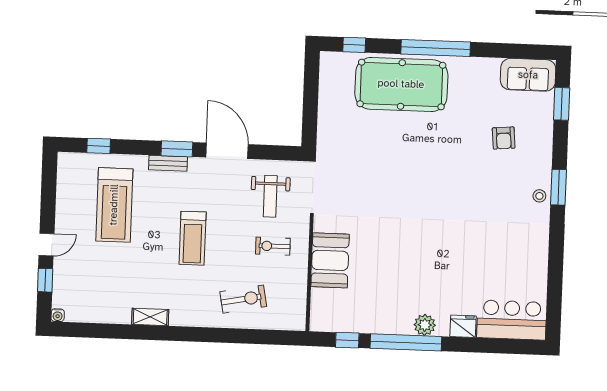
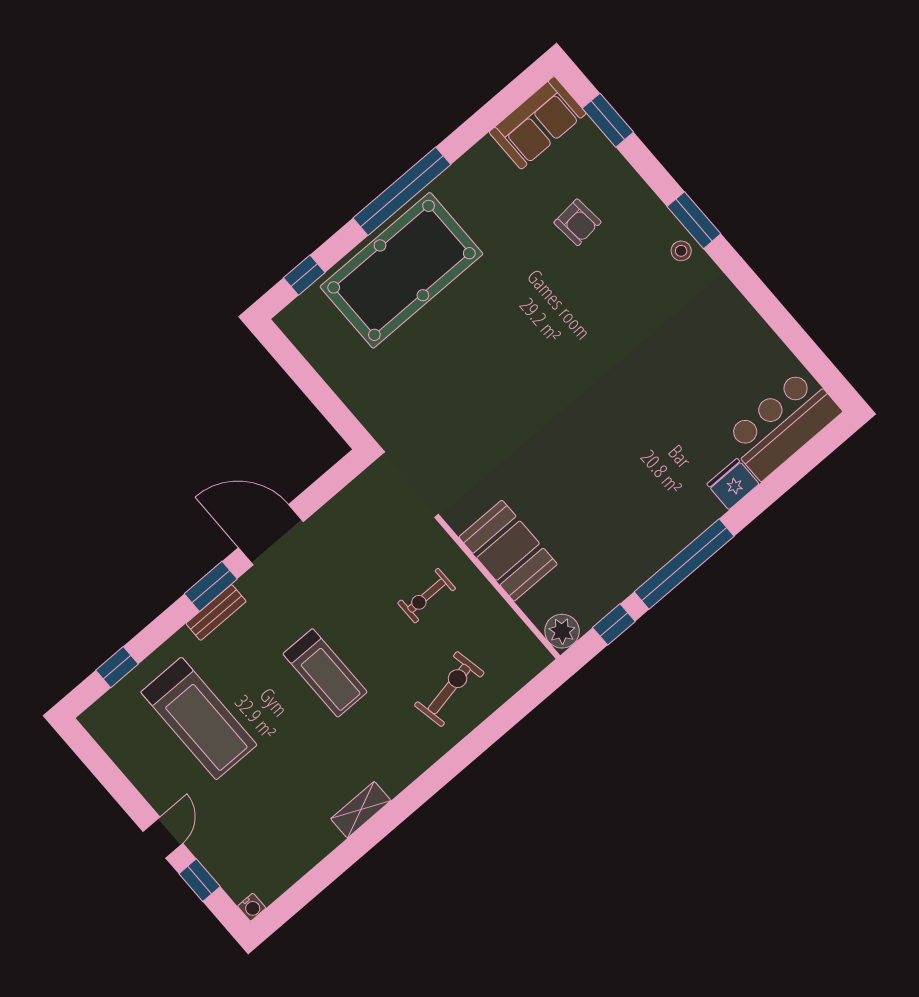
weight bench: (270, 196) -> (370, 541), removed
plant: (425, 325) -> (562, 631), moved

